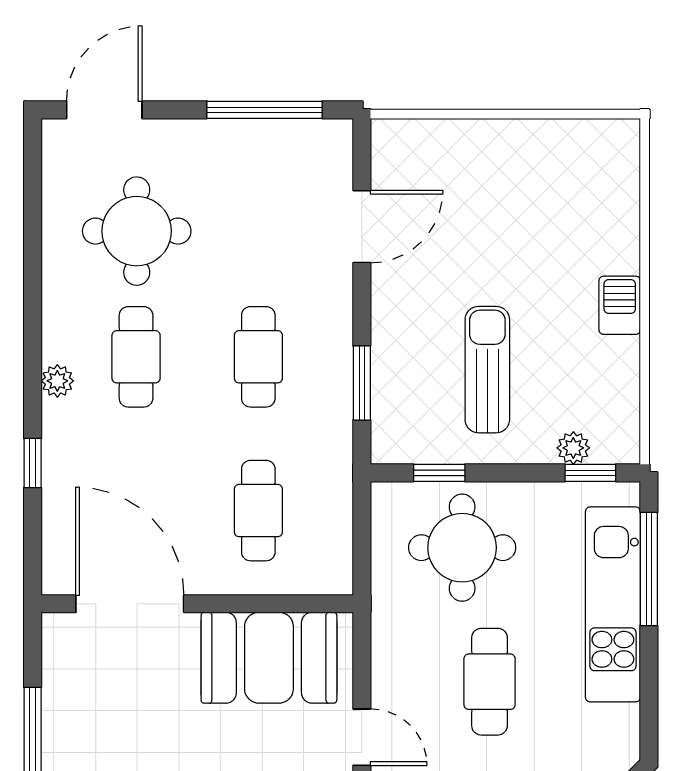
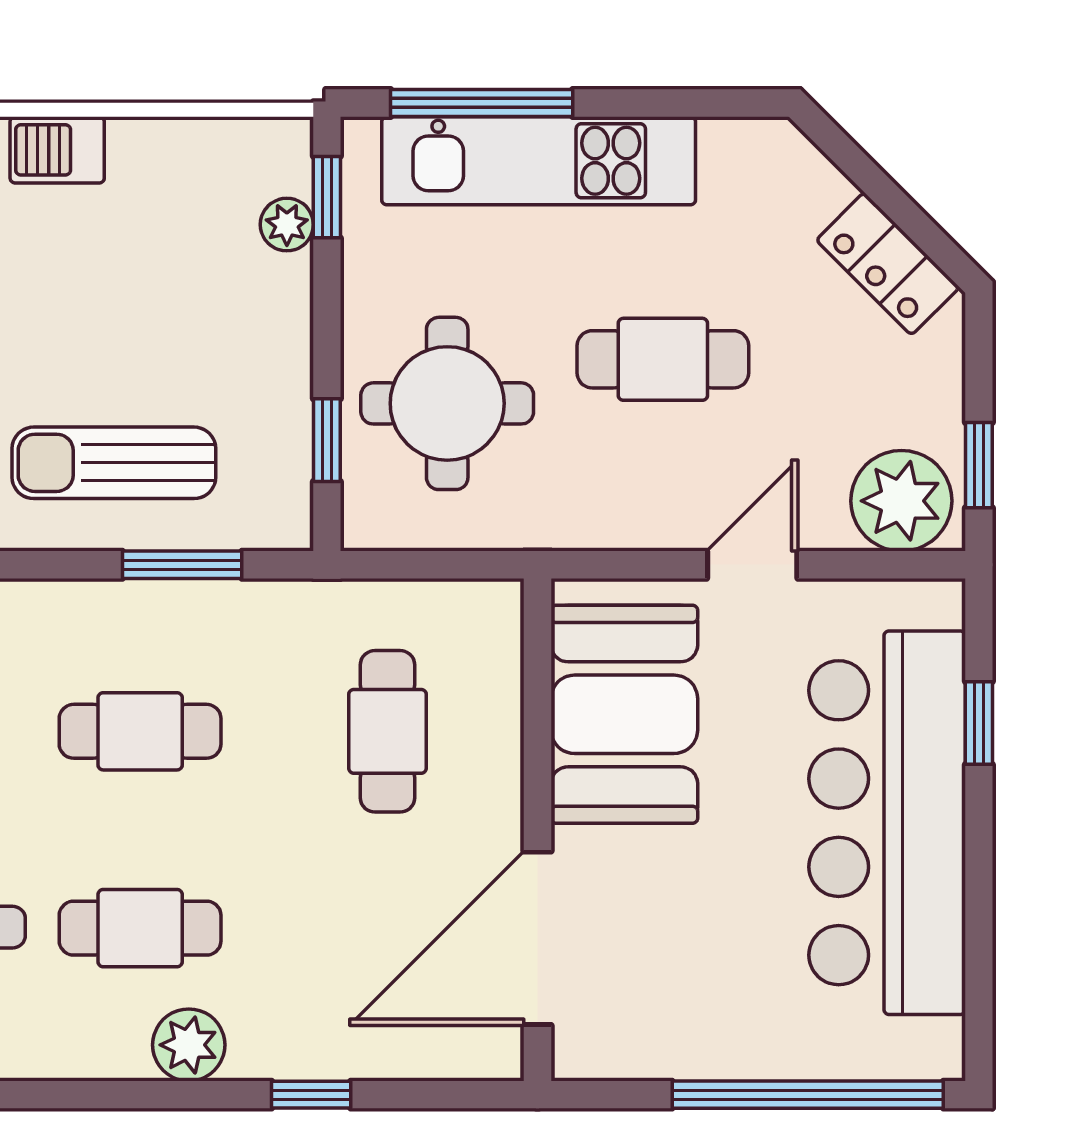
sun lounger: (487, 370) -> (114, 463), moved
plant: (57, 381) -> (189, 1045), width x1.38, depth x1.38
cafe table: (258, 511) -> (387, 731), turned 90

